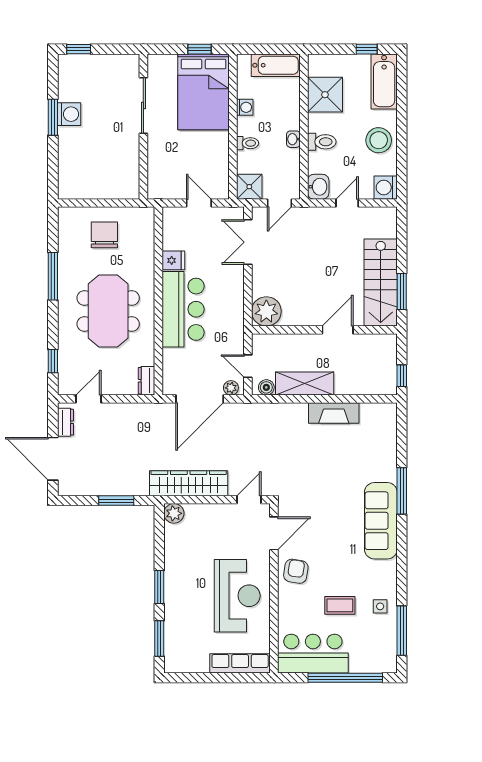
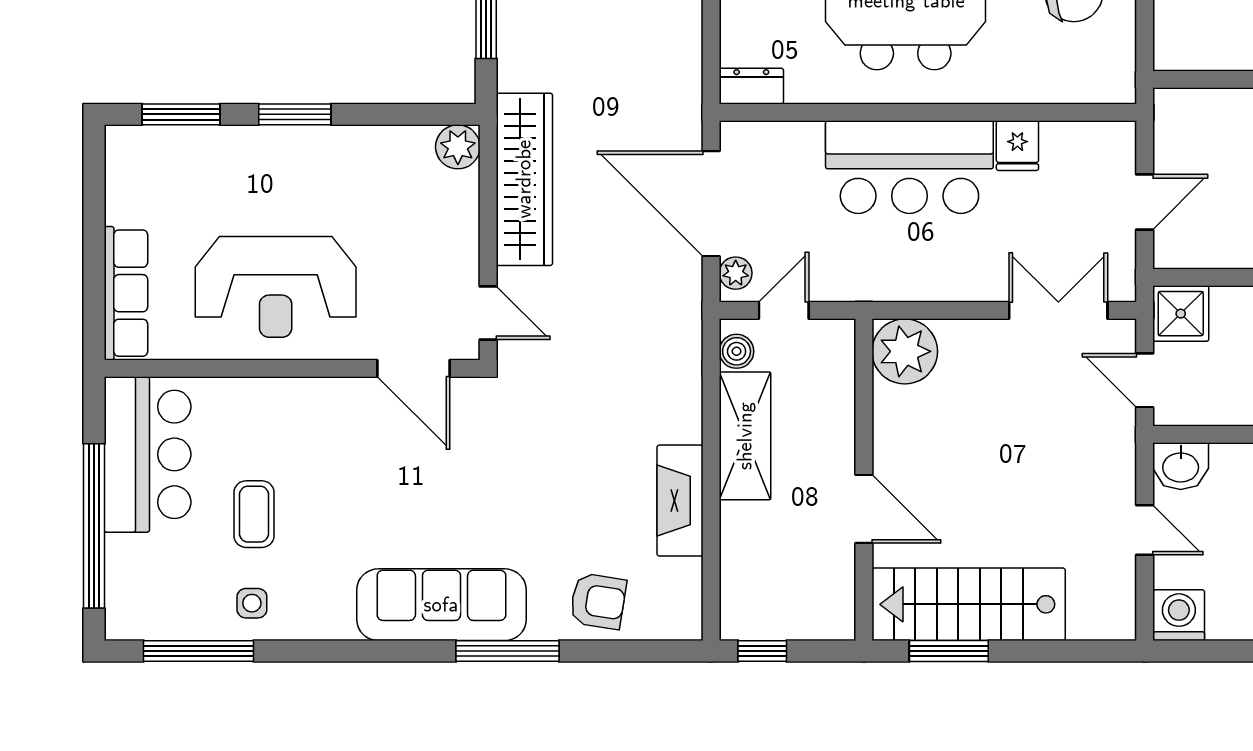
armchair: (296, 571) -> (598, 601), moved

